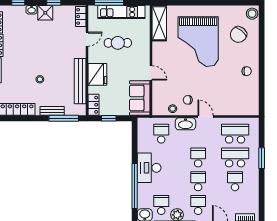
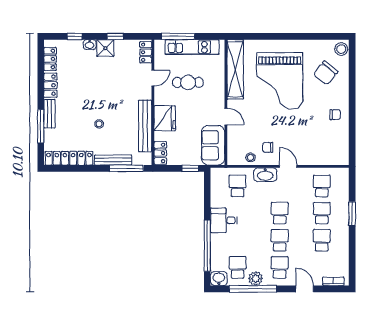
shelving: (159, 23) -> (235, 69), width x1.47
bench: (52, 111) -> (113, 160), width x1.36
window: (109, 118) -> (190, 168), moved
school desk: (235, 134) -> (322, 186), width x0.54
school desk: (235, 157) -> (322, 213), width x0.54
desk: (149, 168) -> (224, 220), width x0.73

